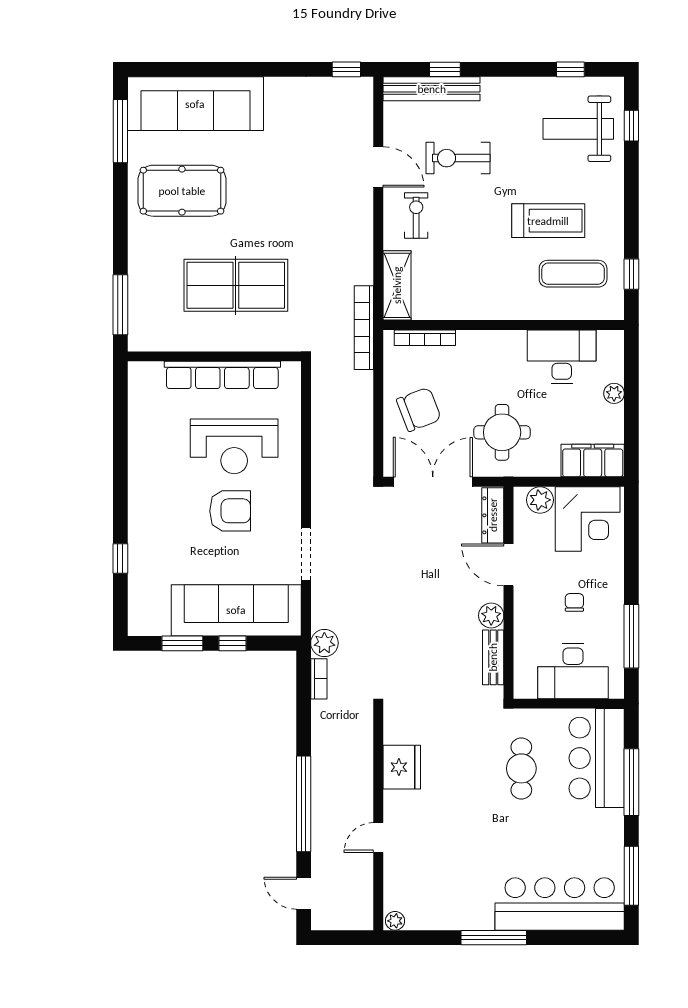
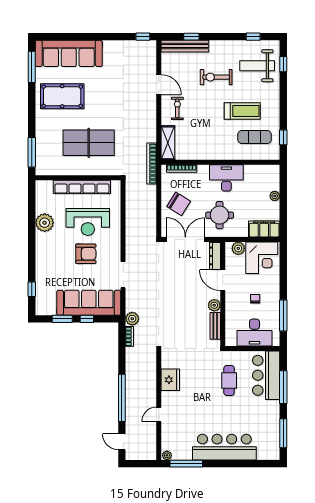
exercise bike: (458, 158) -> (216, 77), moved
desk: (562, 357) -> (226, 178), moved
chair: (419, 409) -> (179, 204), turned 53
plant: (146, 448) -> (45, 223), added
window: (120, 559) -> (32, 289), moved
bar counter: (560, 904) -> (224, 447), moved
window: (494, 938) -> (186, 464), moved

